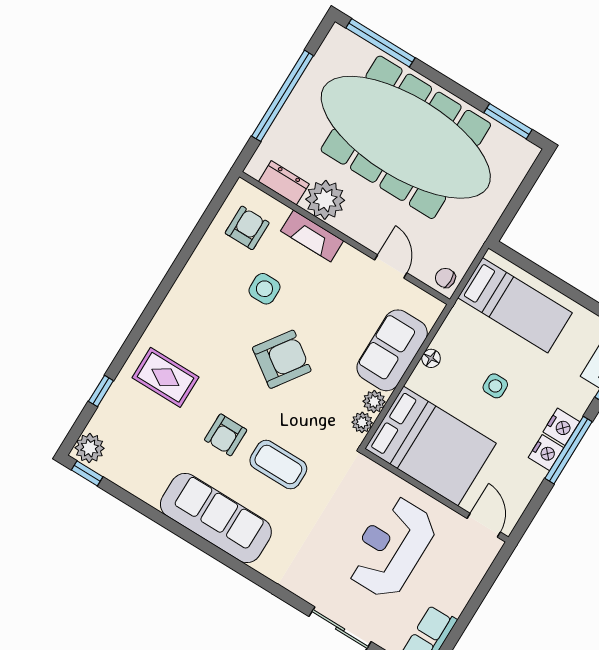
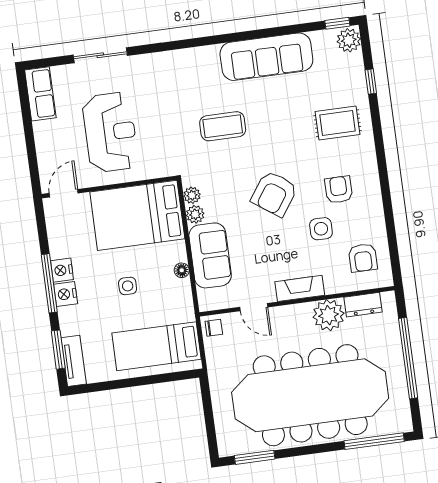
fireplace: (312, 236) -> (300, 288), moved
armchair: (226, 435) -> (339, 190), moved
sofa: (216, 518) -> (266, 57), moved
door: (484, 525) -> (64, 193), swing flipped

